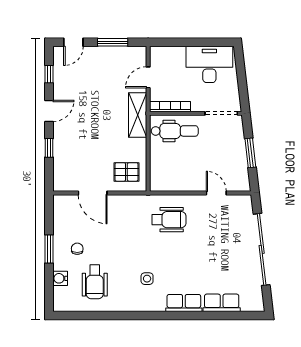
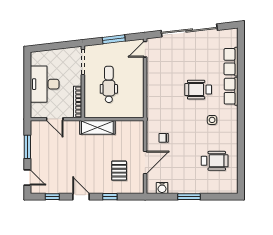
desk: (209, 64) -> (45, 84), moved
shelving: (138, 115) -> (97, 127), moved
dental chair: (175, 131) -> (109, 84), moved
pallet: (126, 172) -> (119, 171), moved
door: (216, 193) -> (145, 49), moved
wheelchair: (169, 220) -> (198, 90), moved, turned -90
chair: (77, 249) -> (164, 138), moved
water cooler: (60, 278) -> (162, 188), moved

